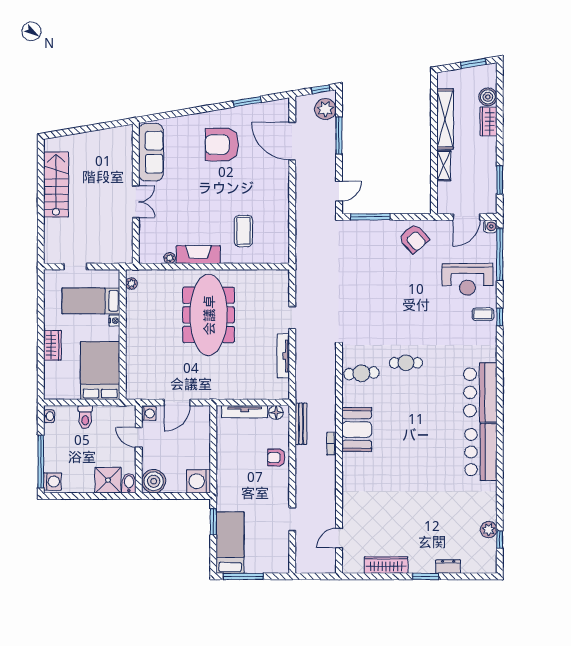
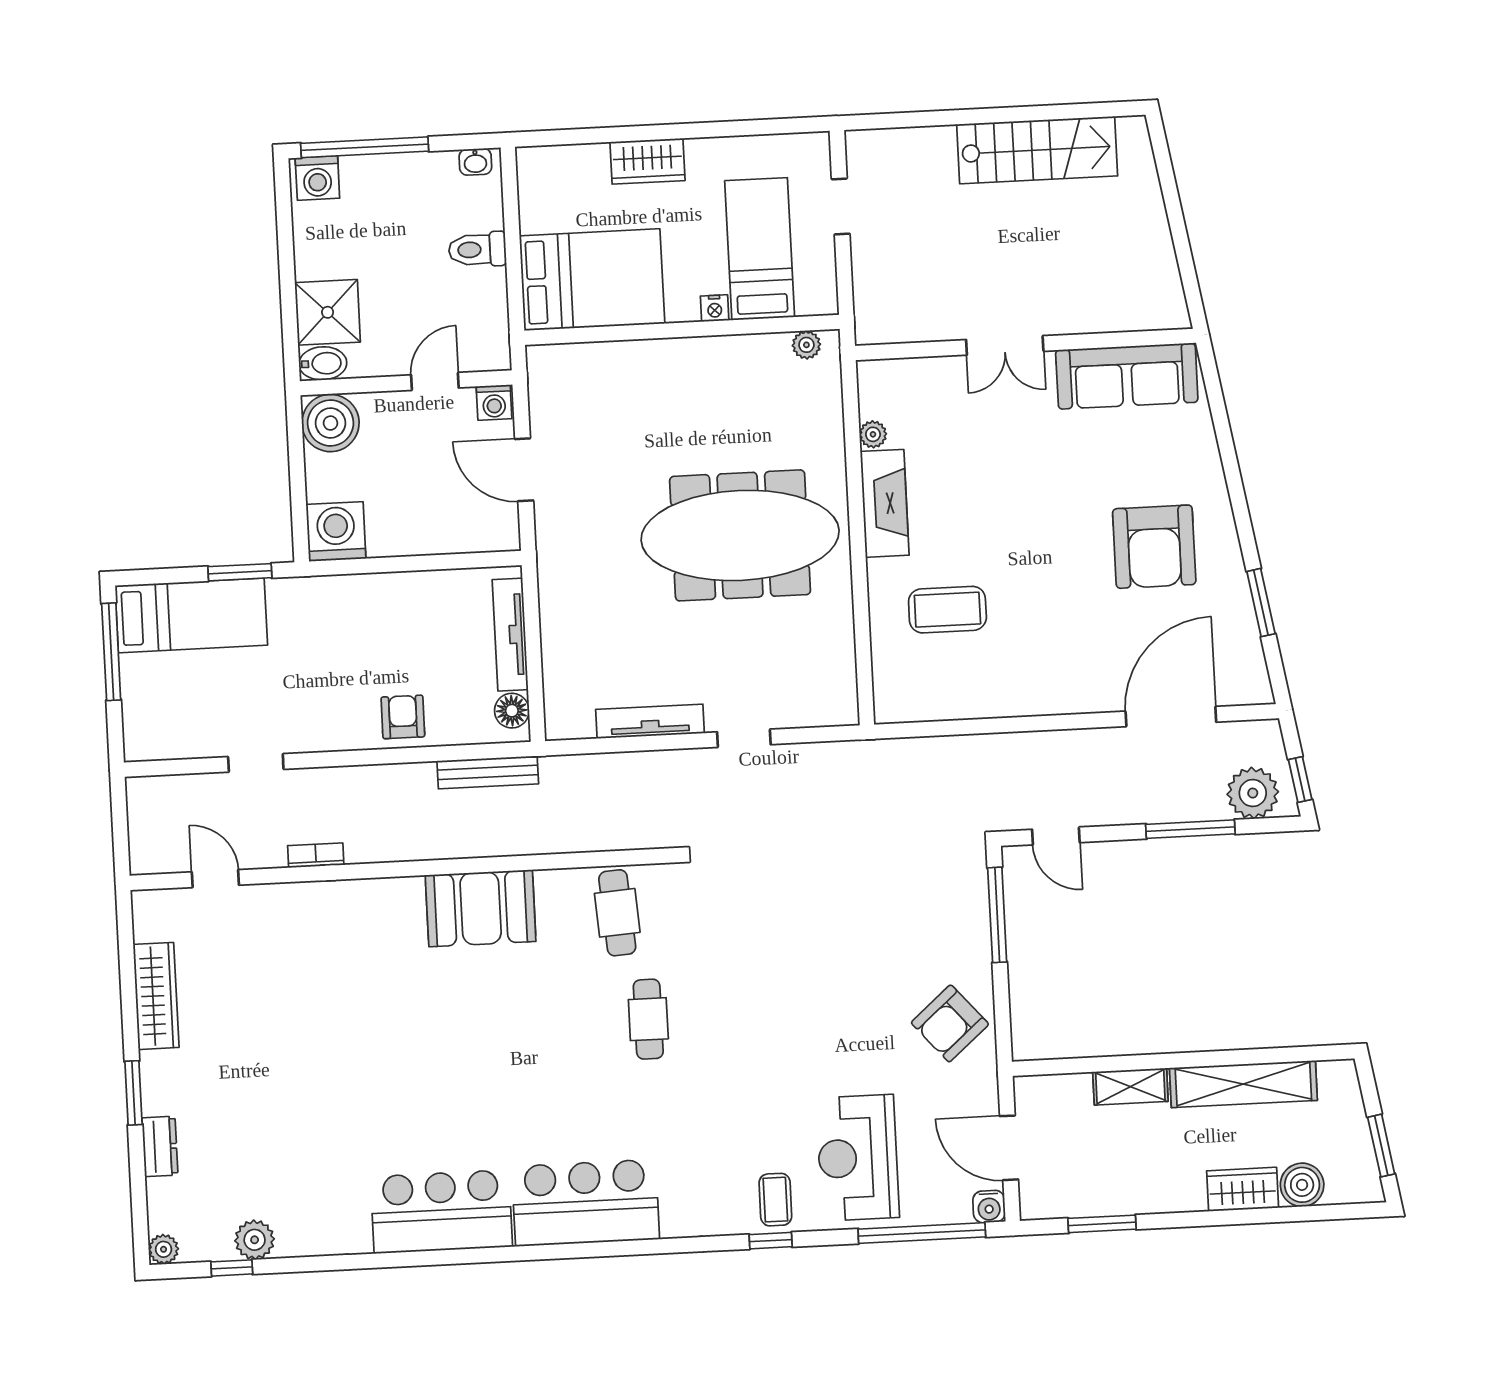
armchair: (222, 144) -> (1154, 547), turned 180
bookcase: (331, 444) -> (316, 855), moved
plant: (491, 567) -> (164, 1249), added

